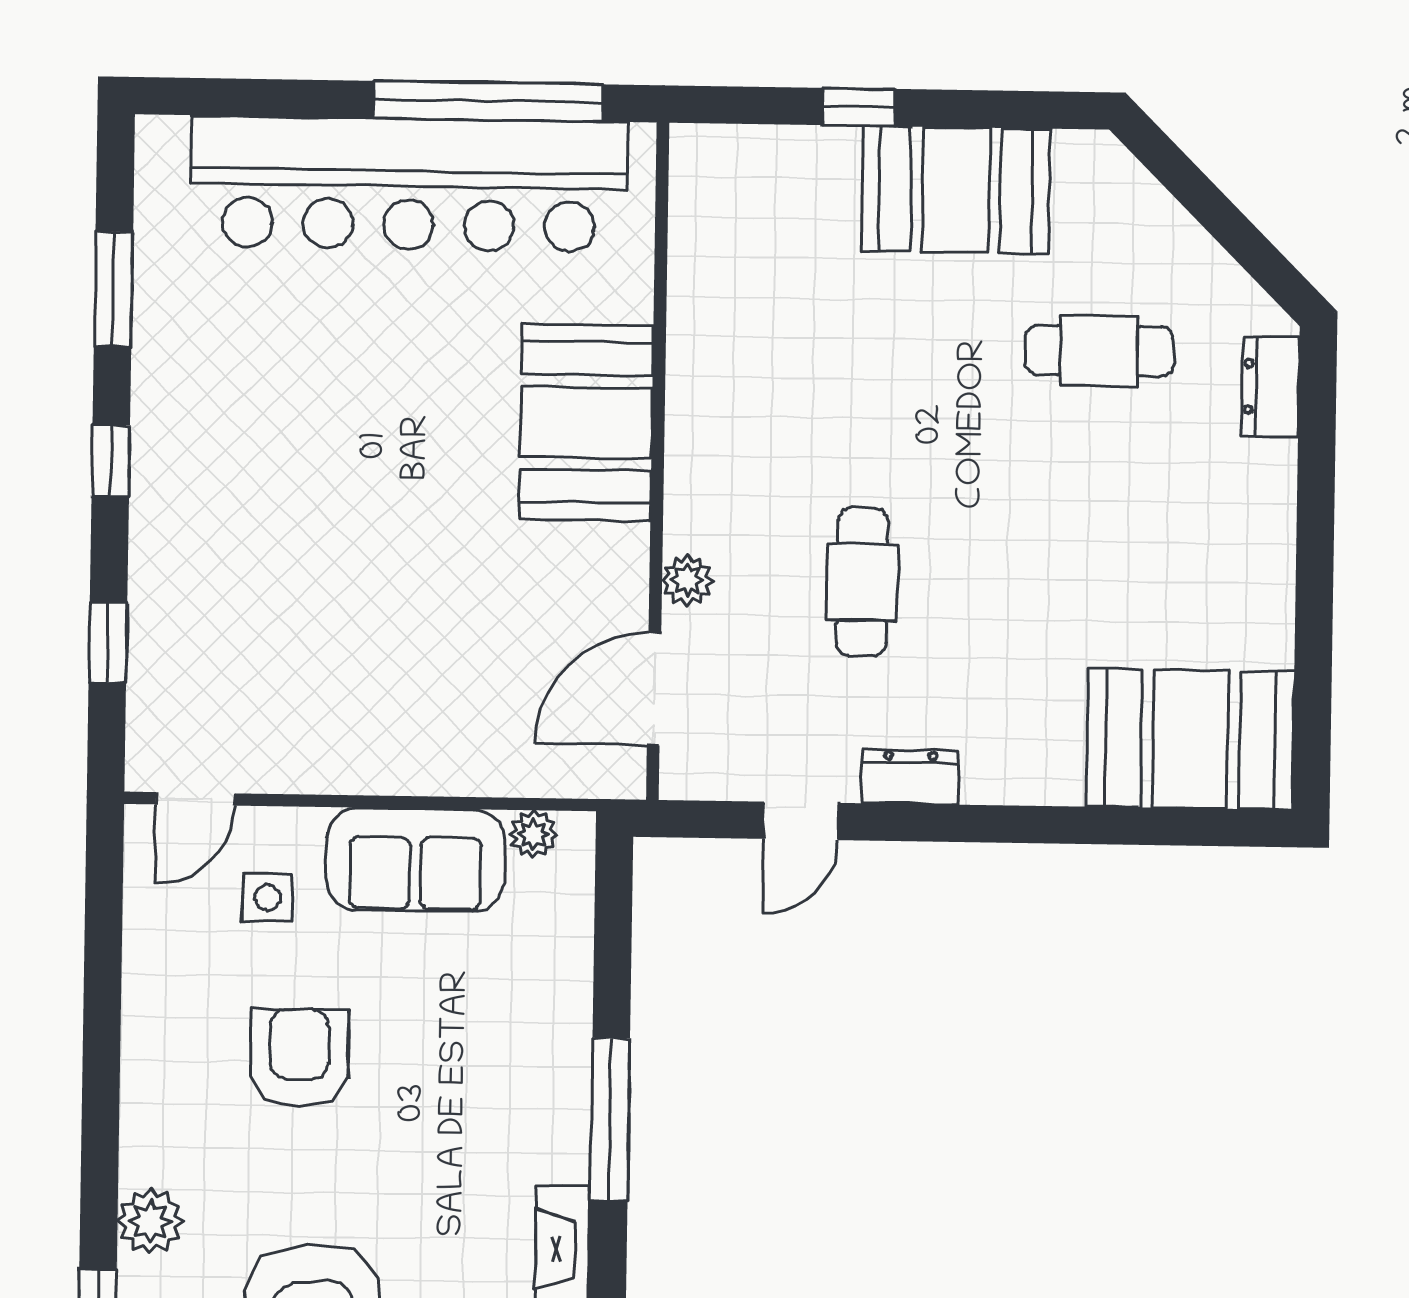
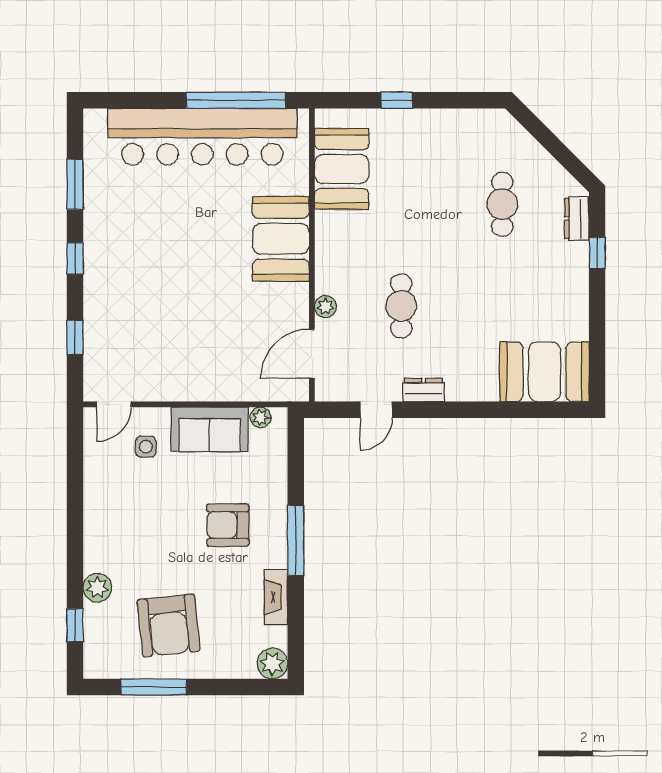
booth: (956, 190) -> (342, 169), moved, turned 90
cafe table: (1099, 351) -> (502, 204), turned 90
window: (1316, 466) -> (597, 253), added
armchair: (299, 1058) -> (228, 525), moved, turned -90

